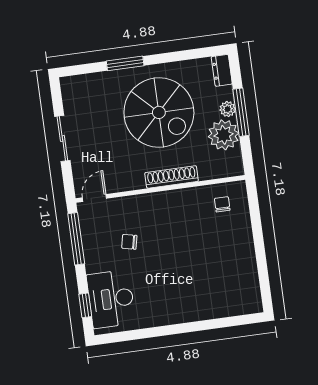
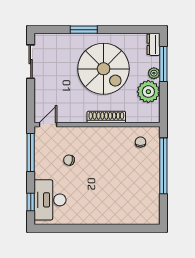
window: (241, 112) -> (163, 64), moved
sliding door: (62, 138) -> (31, 62), moved
window: (257, 232) -> (163, 166), added

